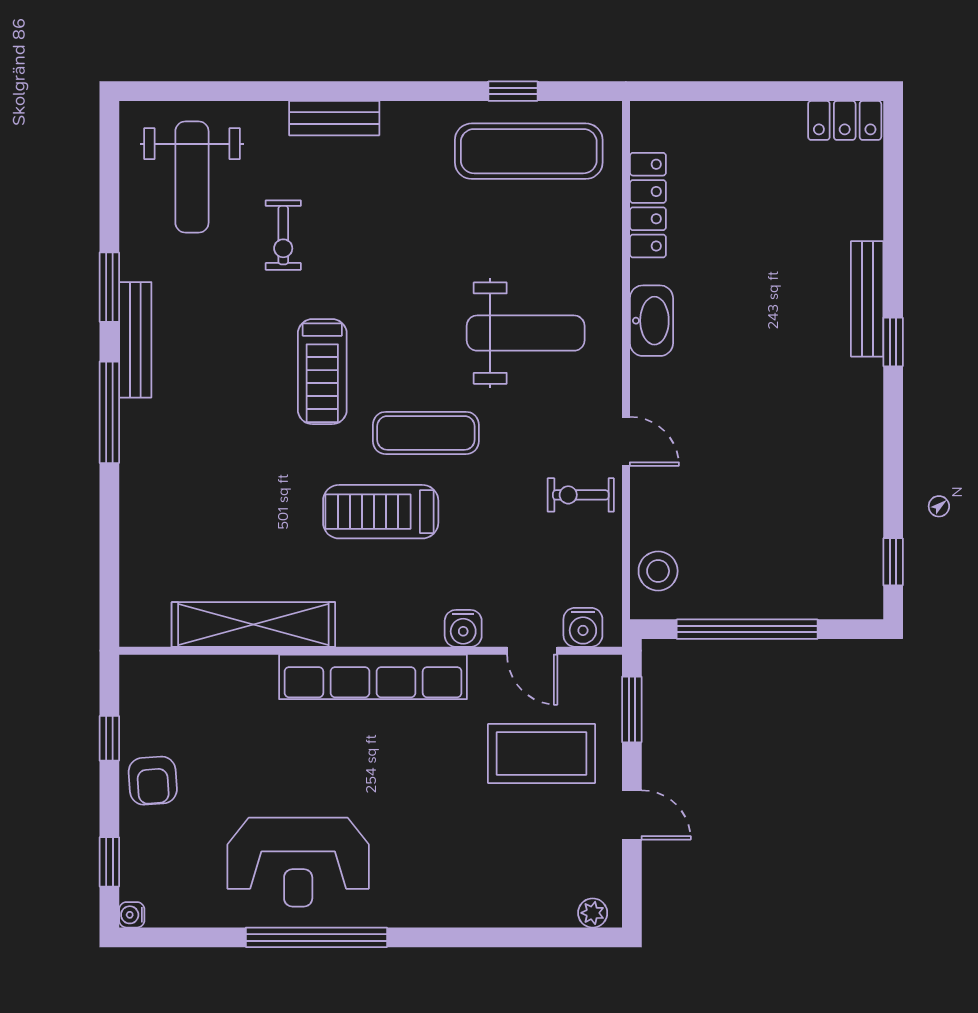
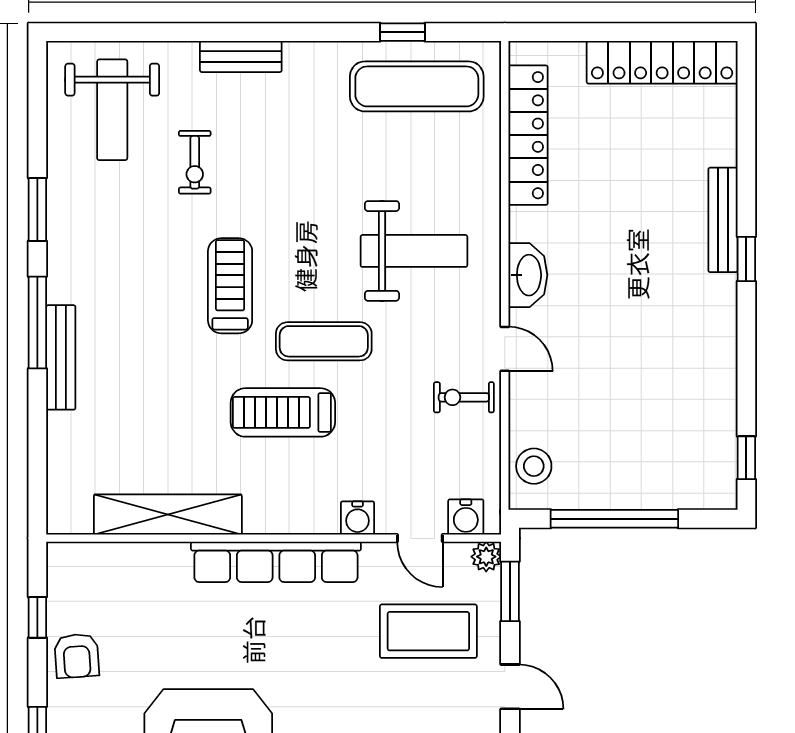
locker: (845, 120) -> (662, 62), width x2.16, depth x1.21
locker: (648, 205) -> (528, 135), width x1.41, depth x1.21
washbasin: (651, 321) -> (528, 275), moved
bench: (135, 340) -> (61, 357), moved
treadmill: (322, 372) -> (230, 286), turned 180
plant: (605, 671) -> (486, 557), added

